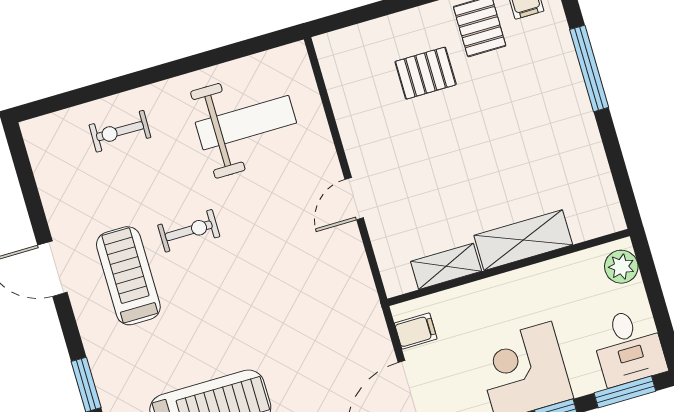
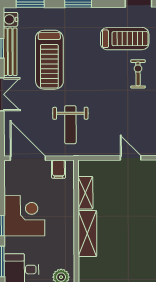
exercise bike: (189, 231) -> (138, 74), turned 180
weight bench: (324, 333) -> (70, 125), added

